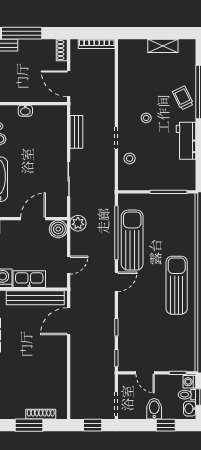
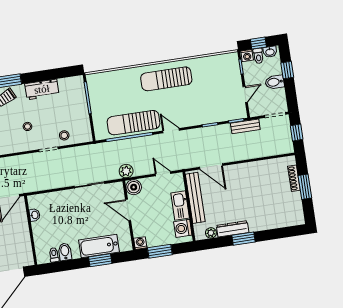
washbasin: (25, 111) -> (35, 215), moved
bench: (76, 132) -> (245, 126), moved

